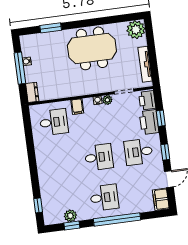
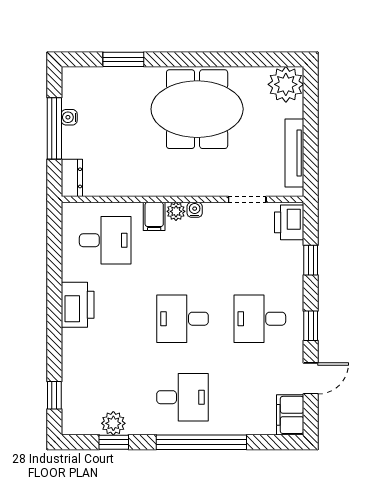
plant: (107, 100) -> (176, 211), moved
printer: (149, 122) -> (78, 305), moved, turned 180
desk: (99, 157) -> (182, 319), turned 180

